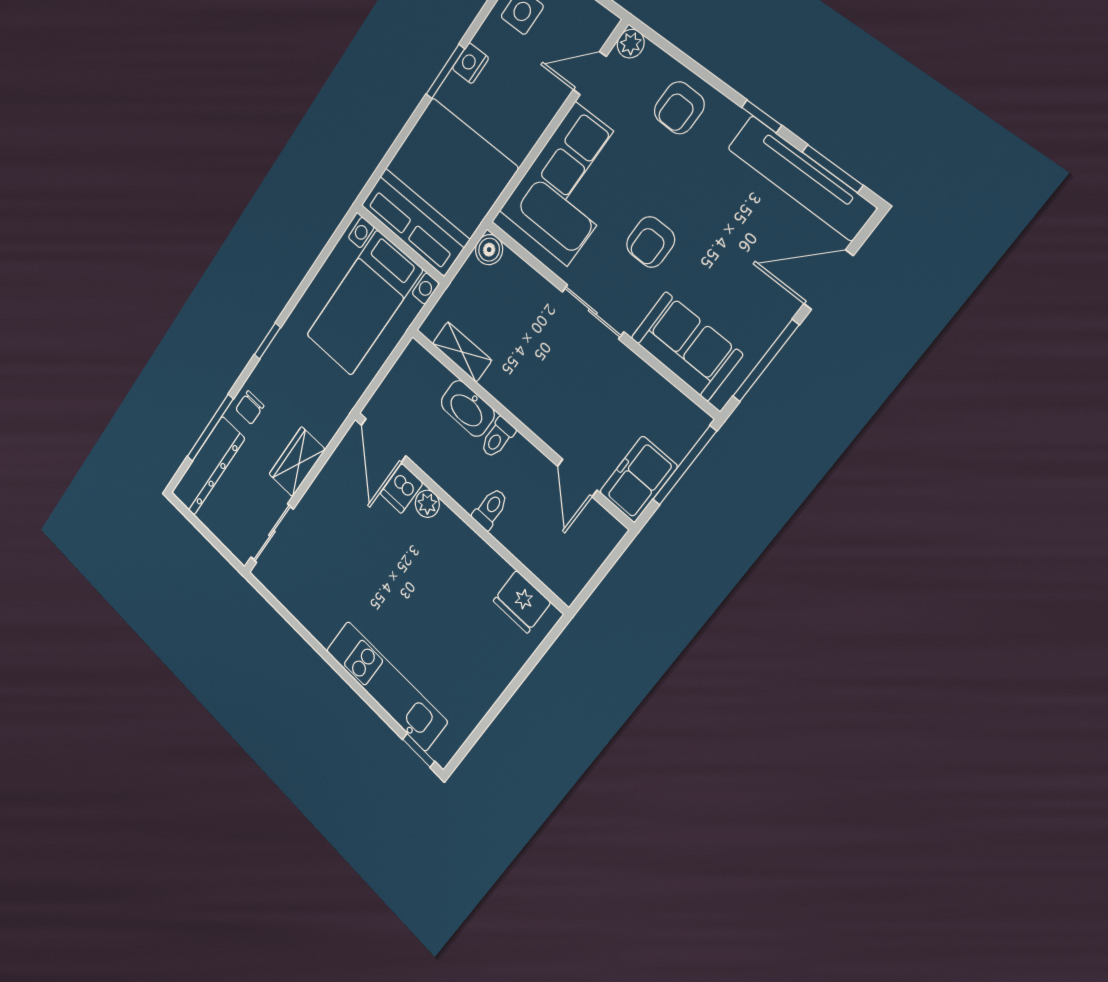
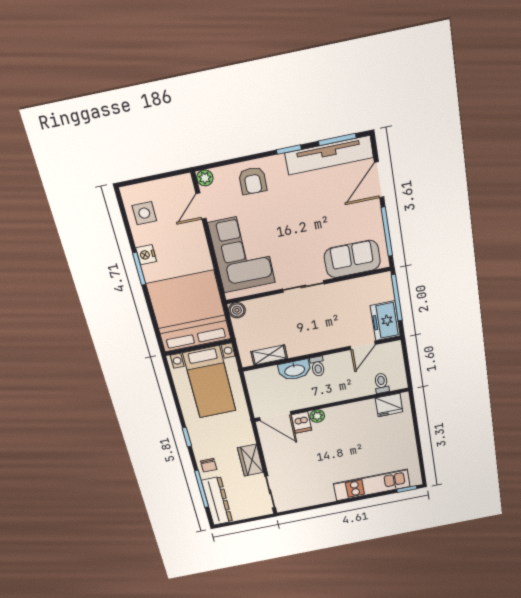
armchair: (651, 242) -> (297, 239), removed
door: (577, 478) -> (363, 345), hinge flipped
toilet: (490, 509) -> (381, 383), moved

